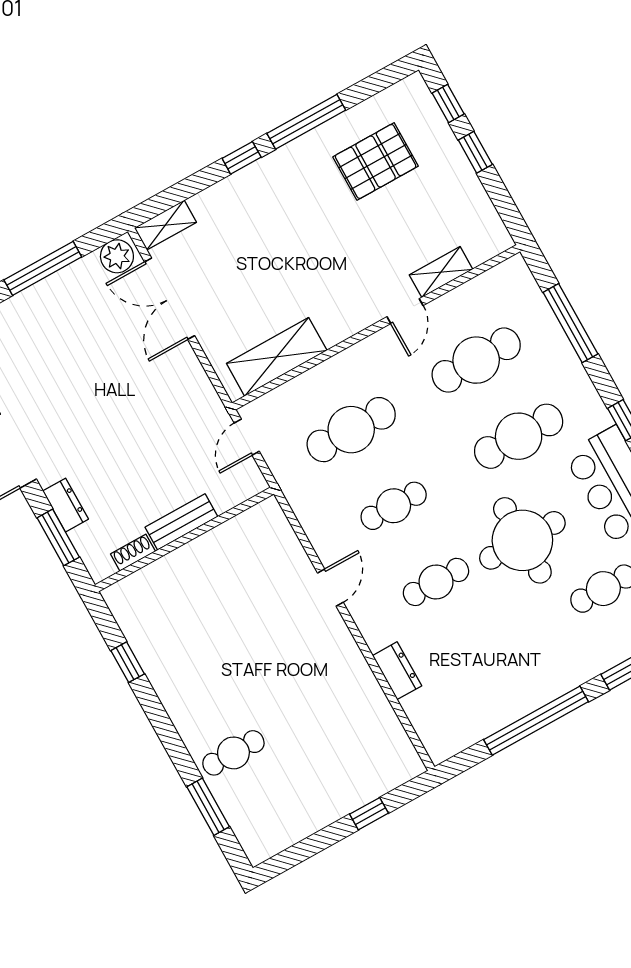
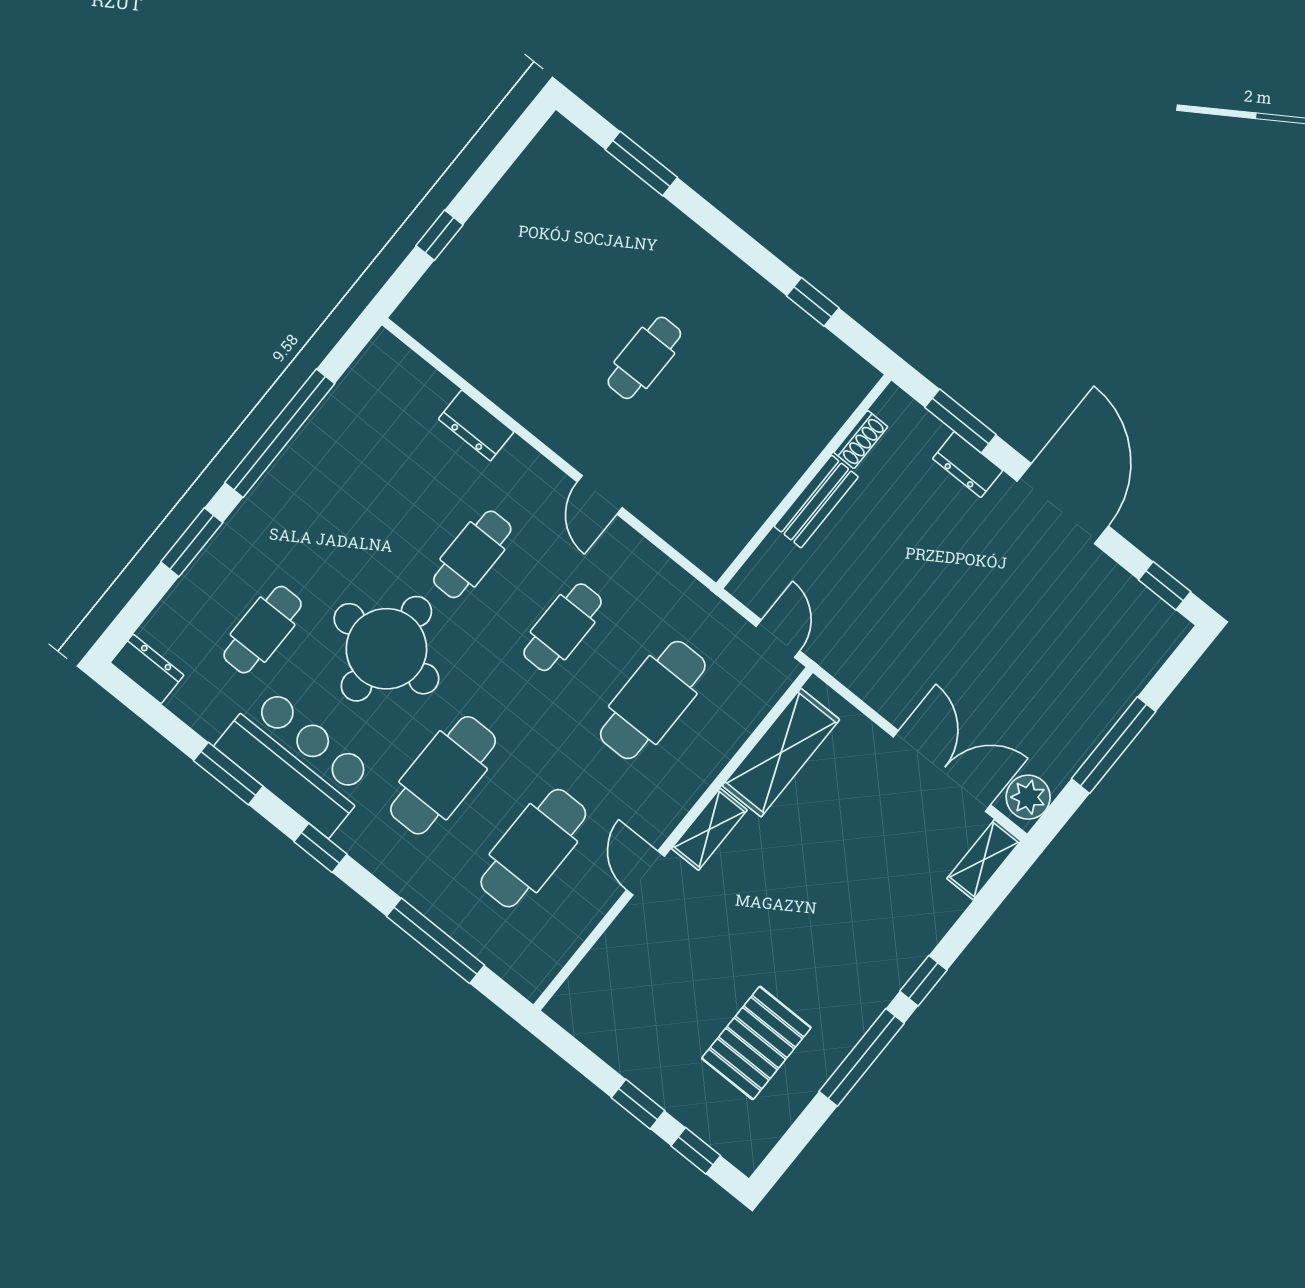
shelving: (441, 272) -> (709, 829), moved
cafe table: (233, 753) -> (644, 358), moved

